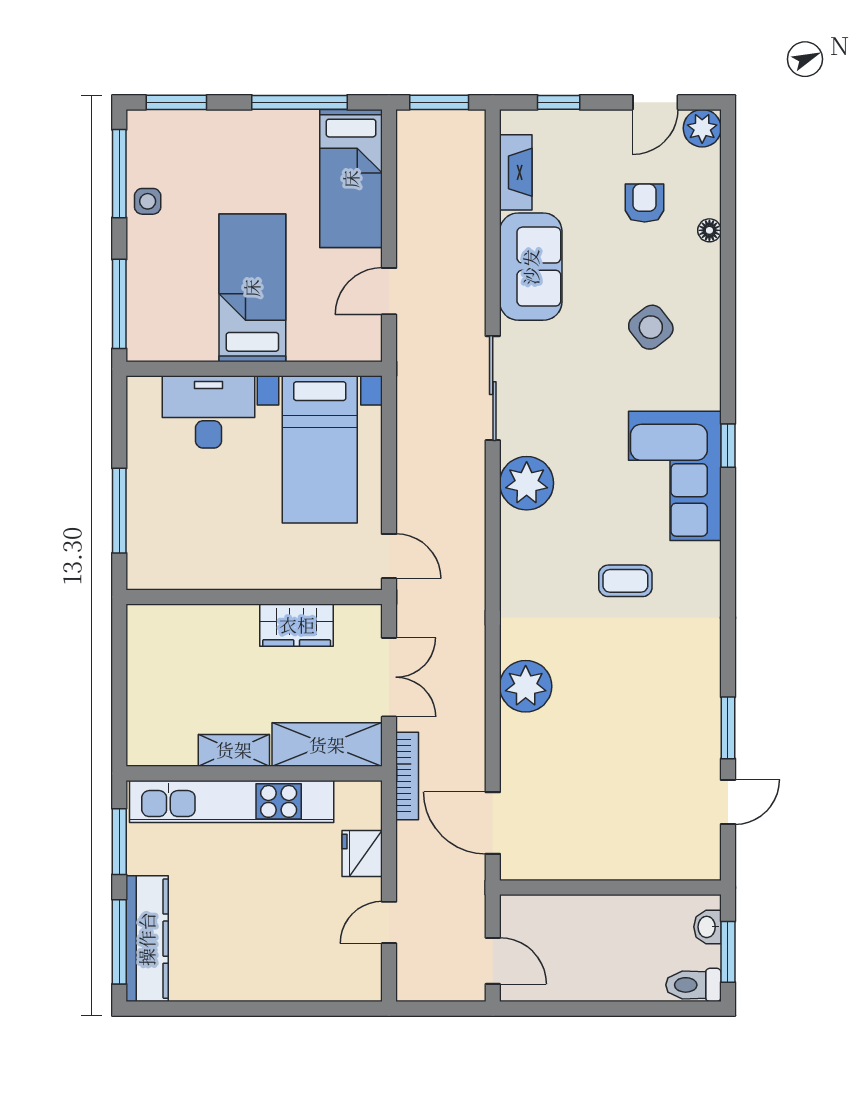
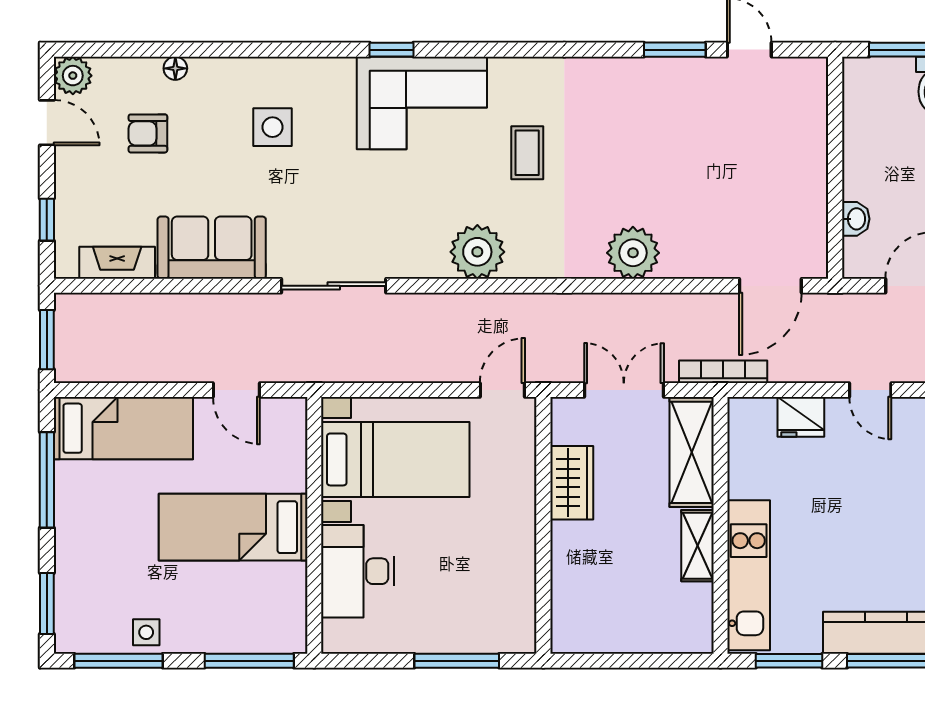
side table: (651, 327) -> (273, 127), turned 38
plant: (527, 483) -> (477, 252), moved
kitchen unit: (232, 801) -> (749, 575), width x0.73
washbasin: (707, 927) -> (856, 219), moved, turned -90

